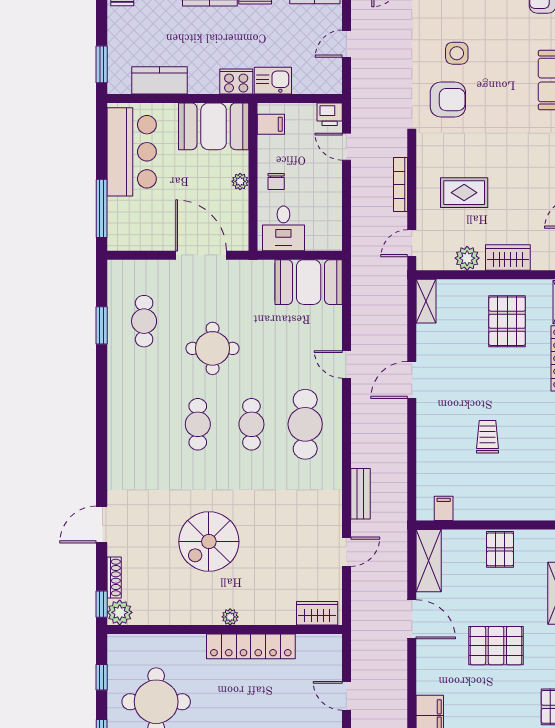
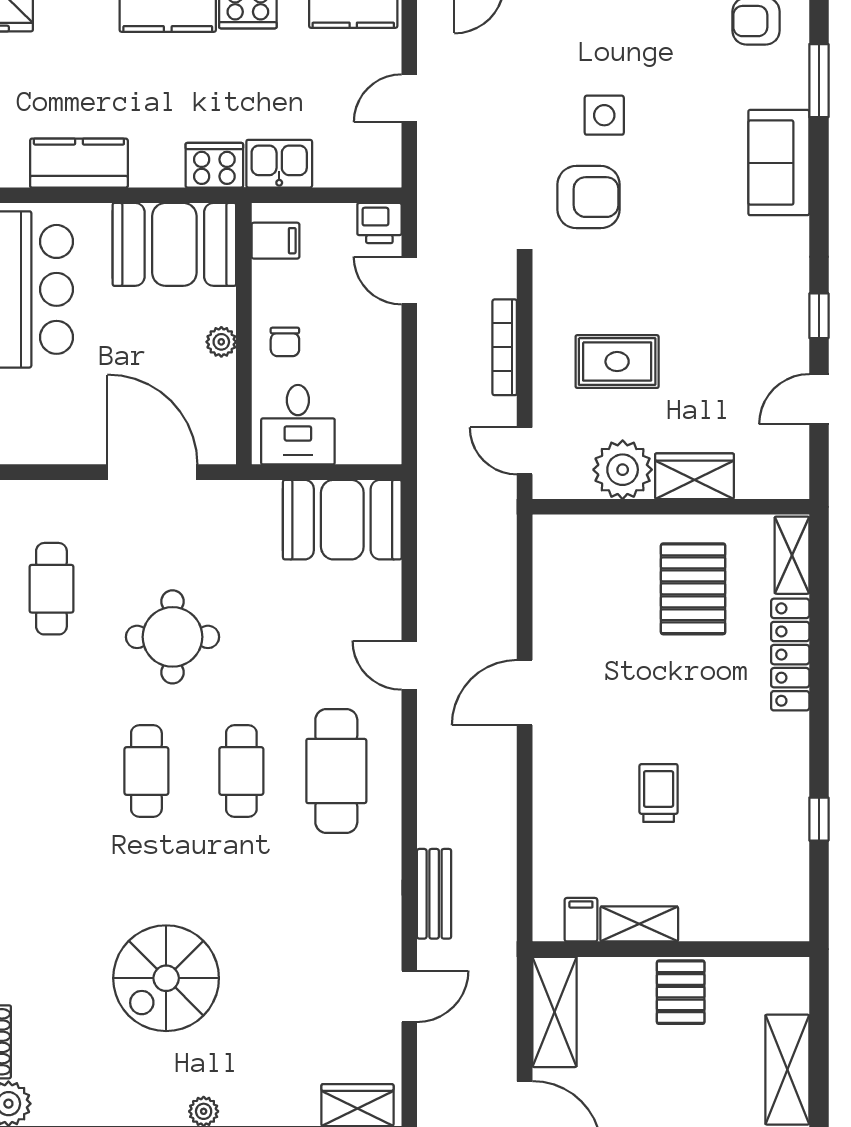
door: (412, 243) -> (525, 451), hinge flipped
plant: (467, 258) -> (623, 470), width x1.36, depth x1.36
shelving: (426, 301) -> (639, 924), moved, turned 90

